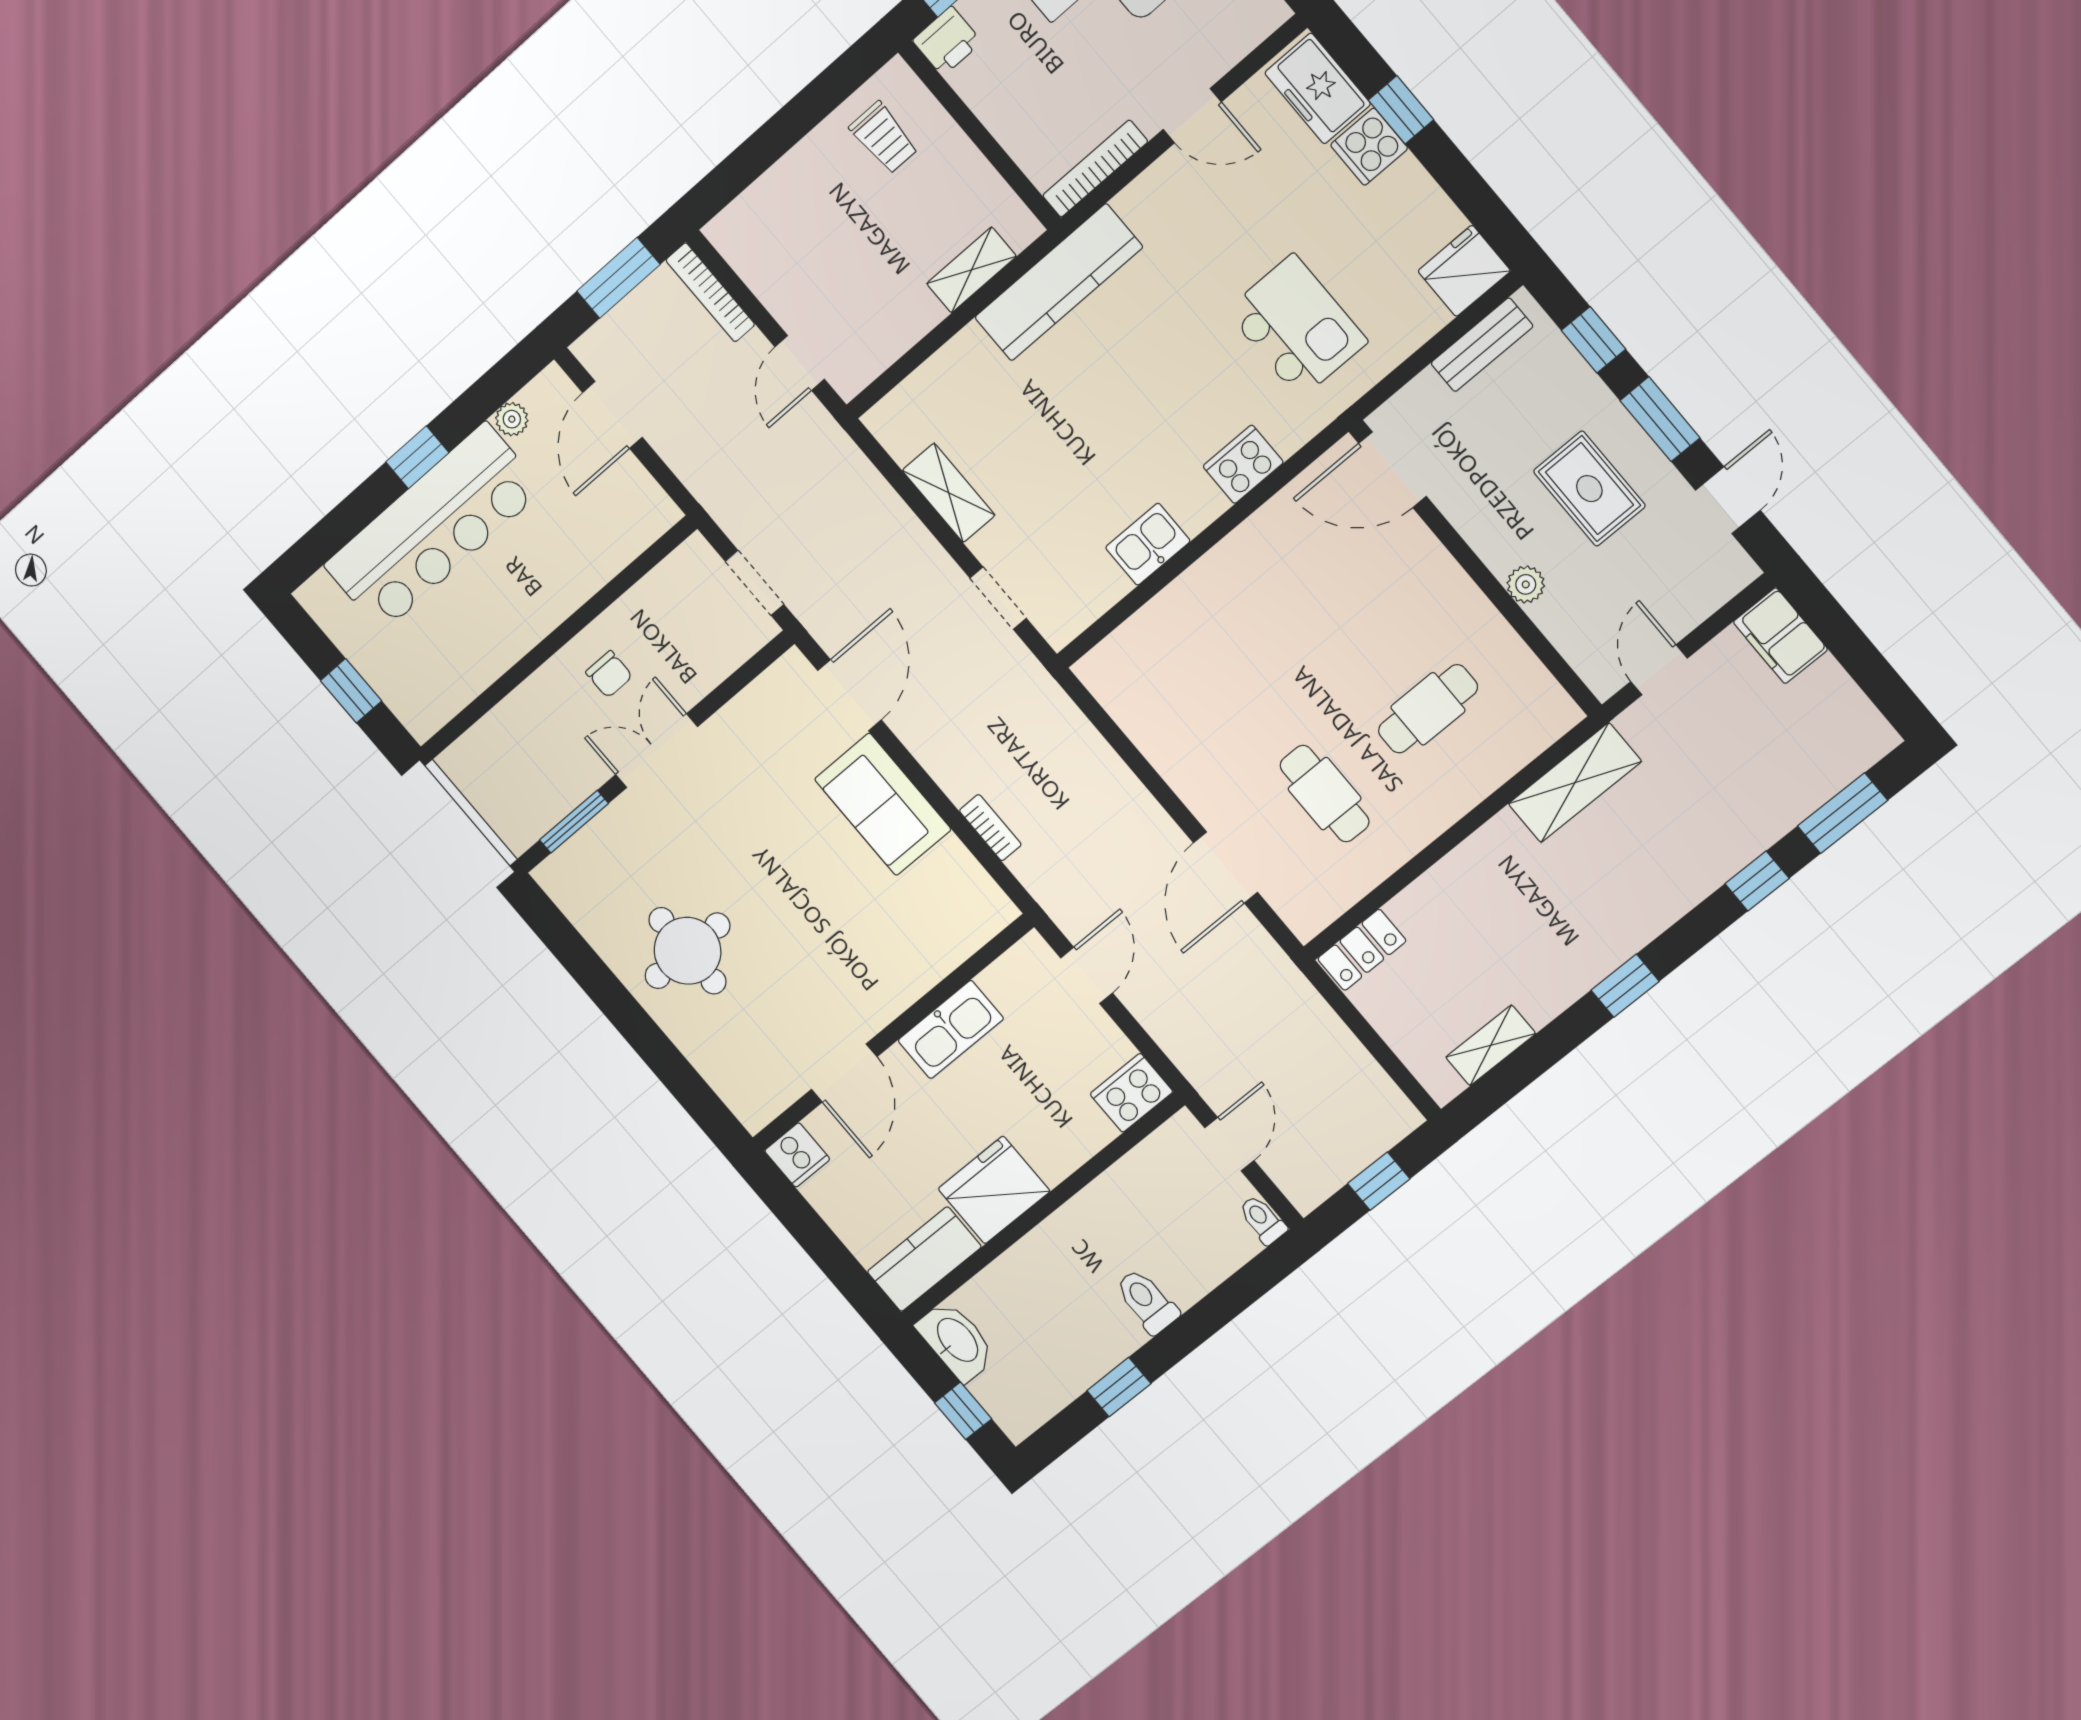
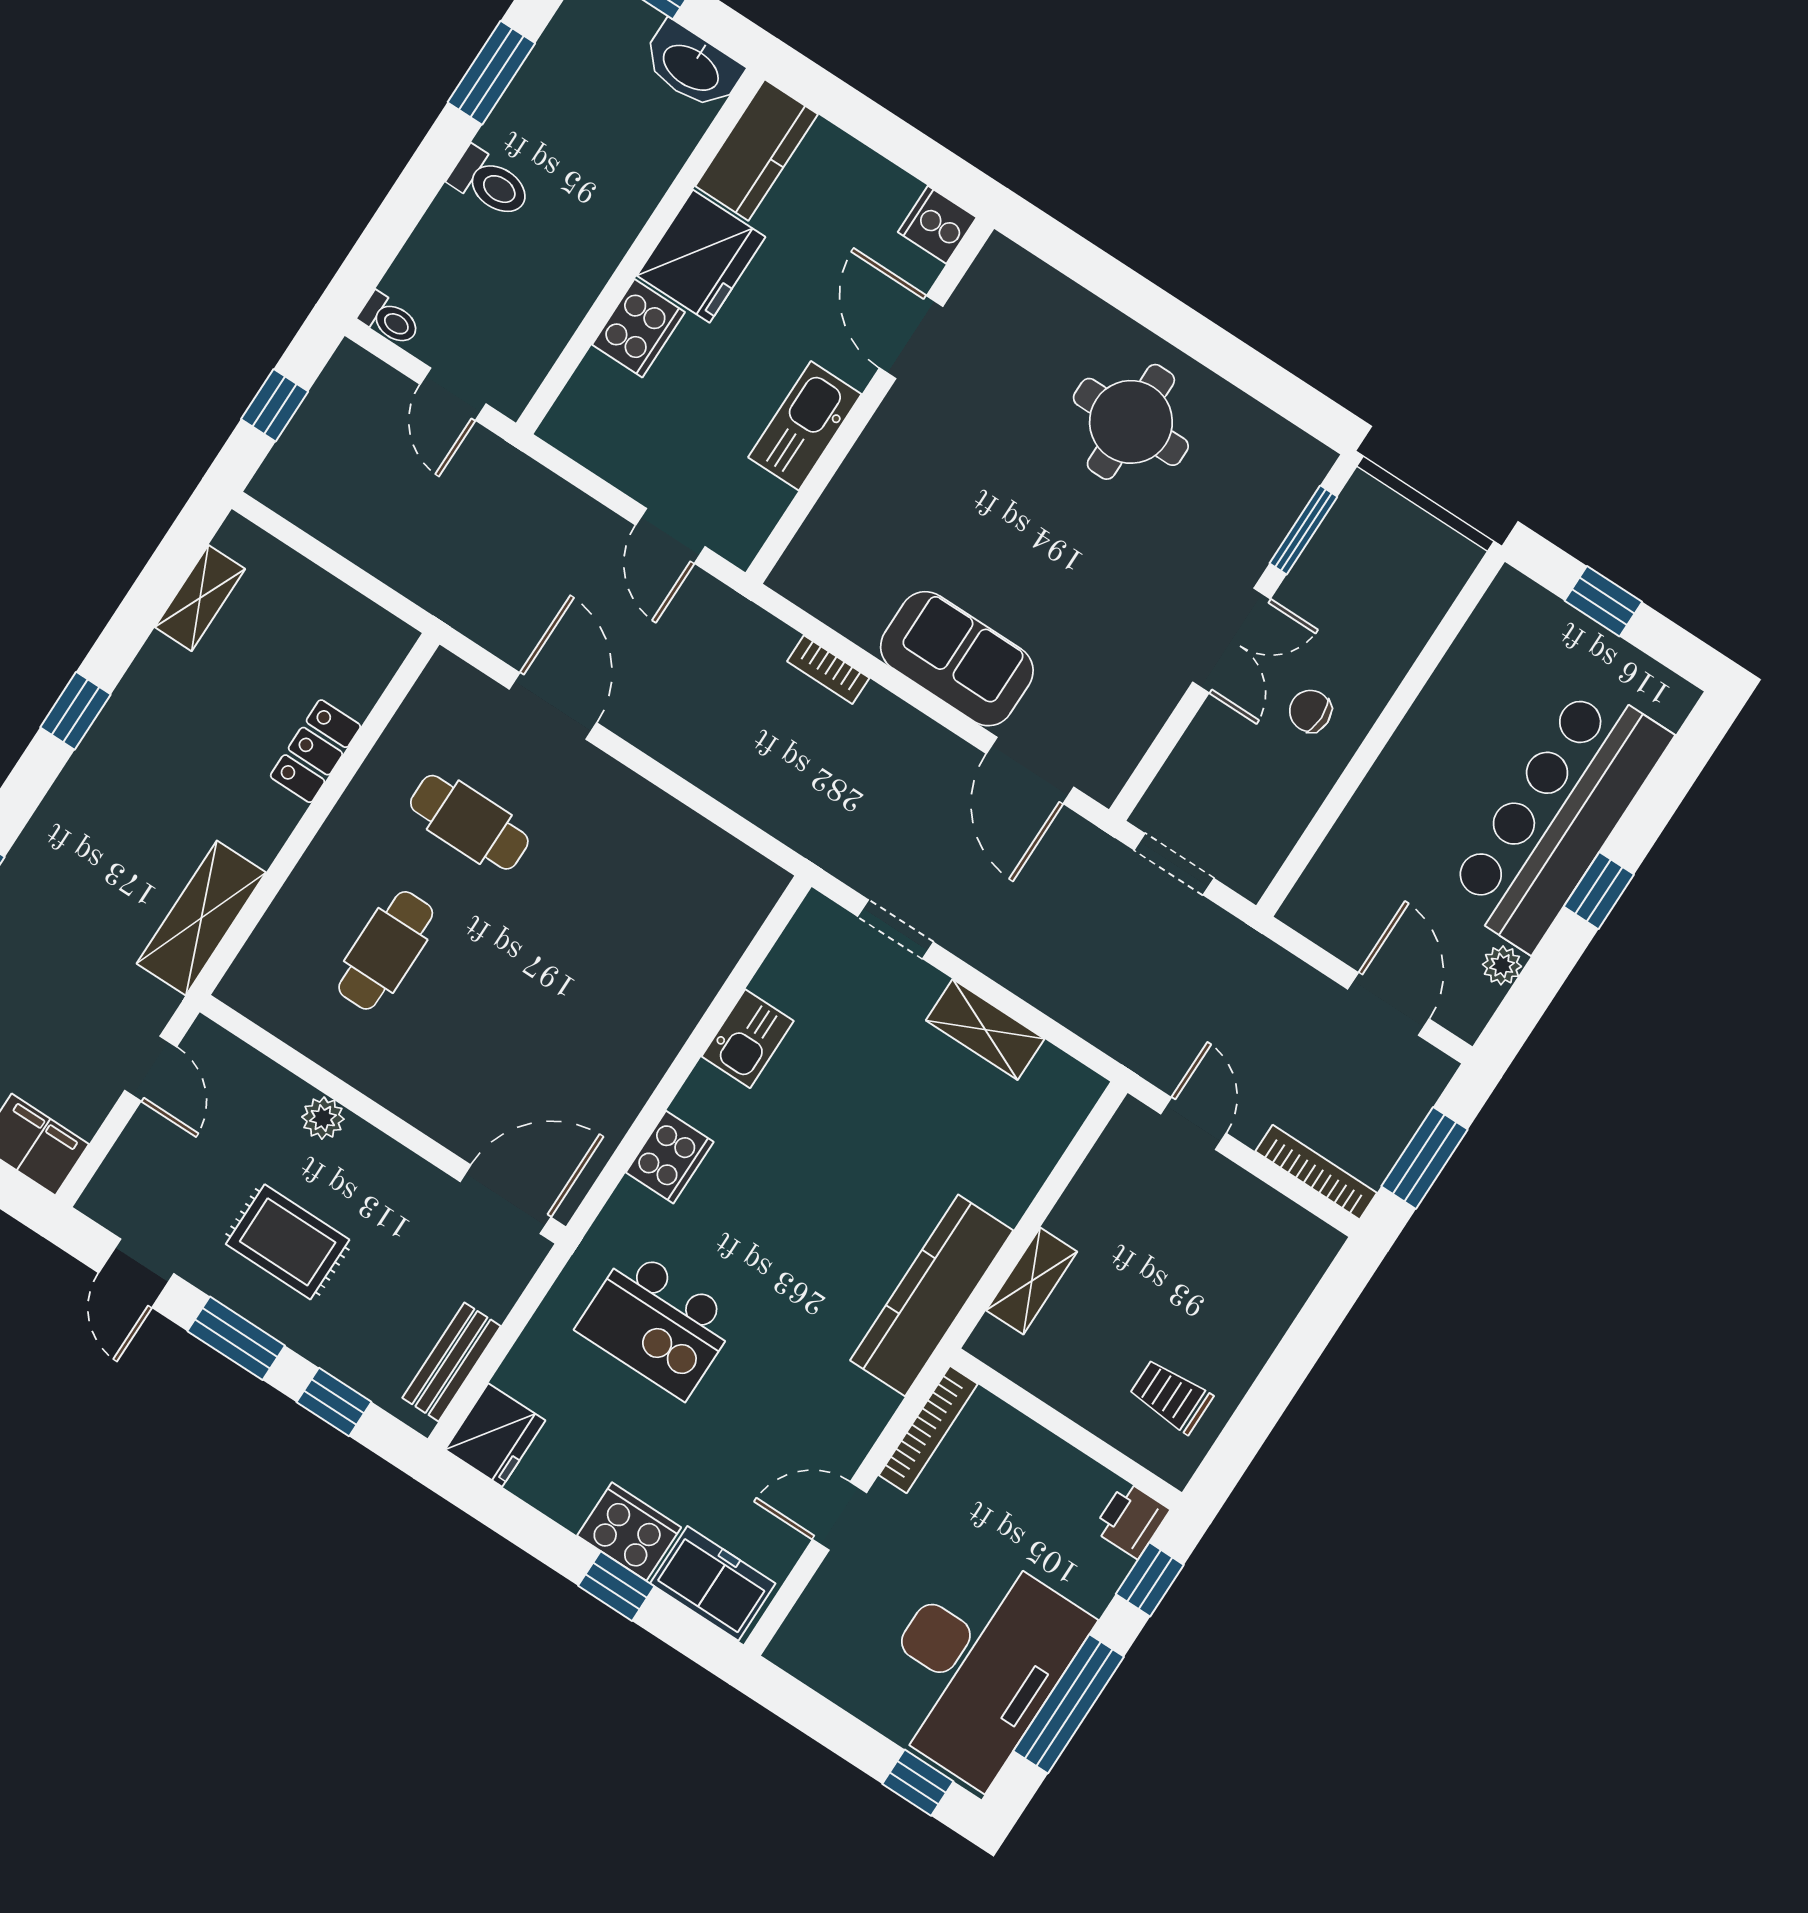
cooker: (1369, 147) -> (629, 1532), width x1.36
locker: (1362, 950) -> (315, 751), moved
cooker: (1131, 1093) -> (638, 328), moved
window: (1119, 1387) -> (491, 73), width x1.50

